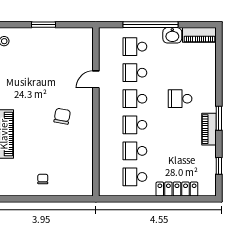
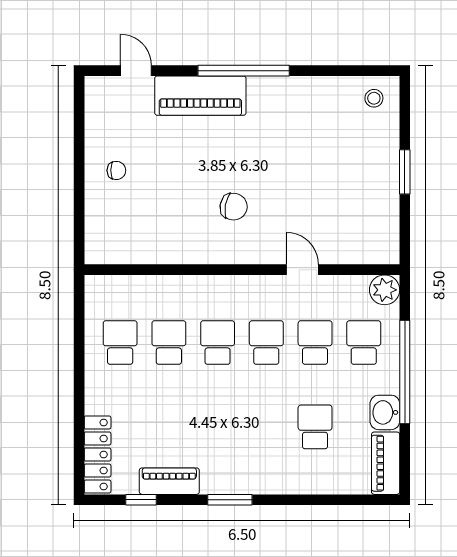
plant: (107, 35) -> (385, 290), added
school desk: (180, 99) -> (315, 427), moved
piano: (209, 129) -> (169, 481), moved
locker: (177, 189) -> (98, 455), moved

